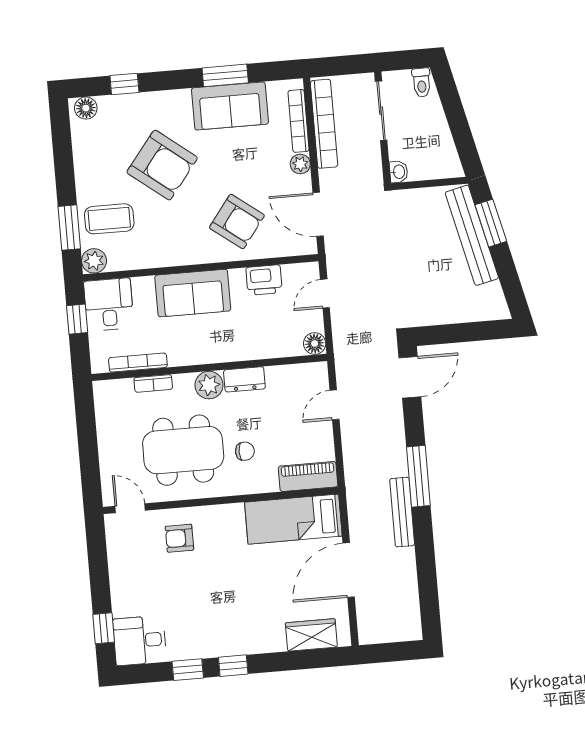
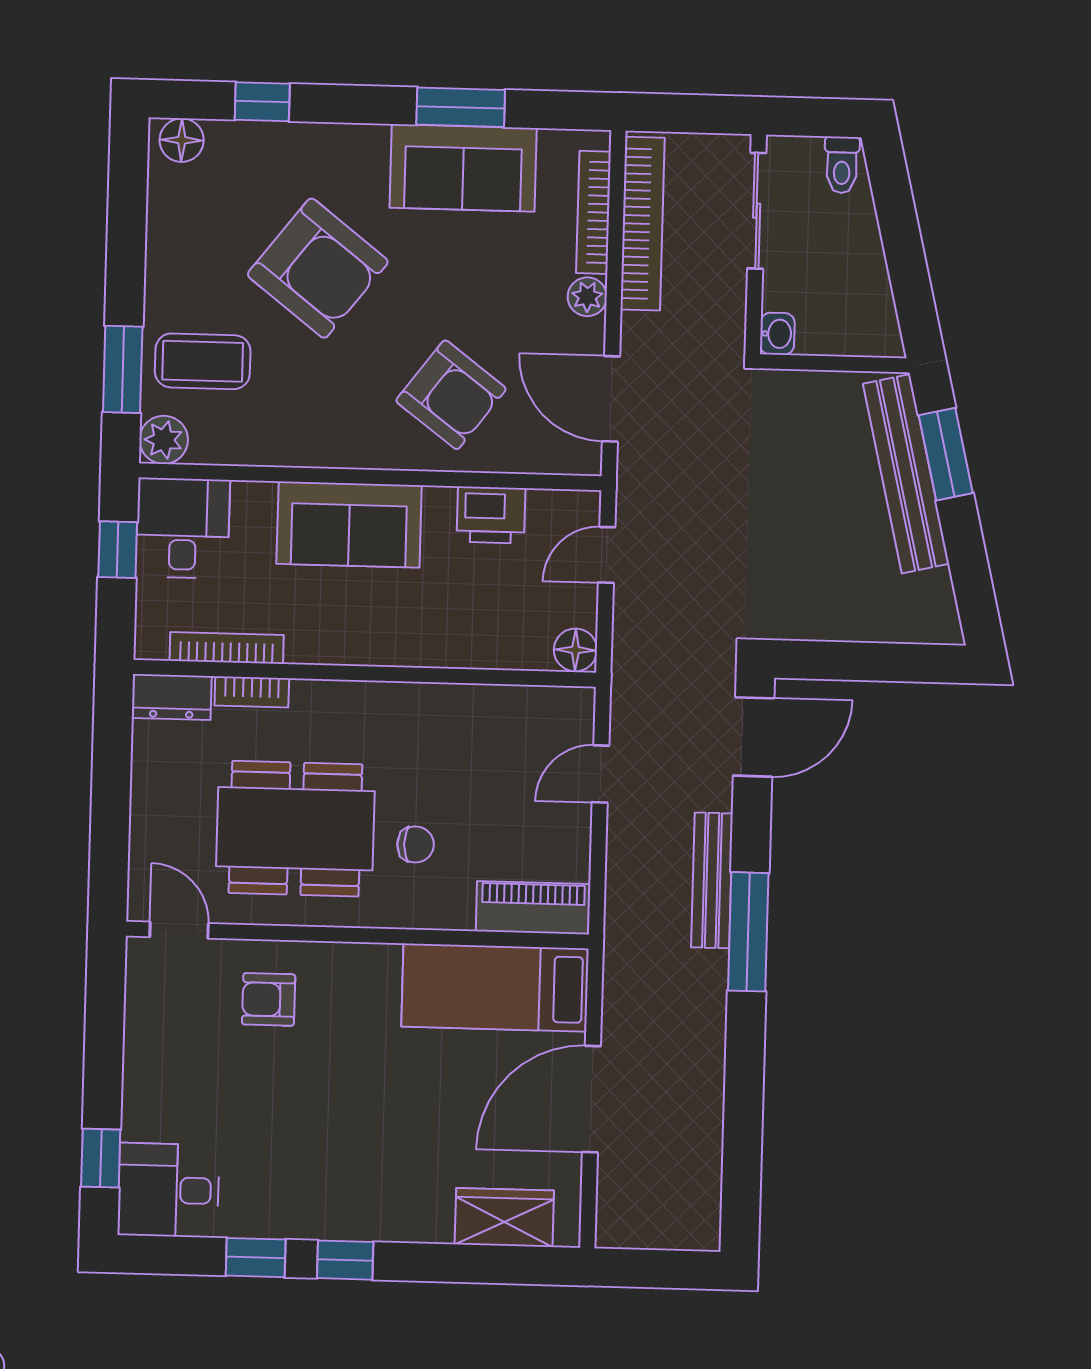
dresser: (244, 379) -> (172, 697), moved
plant: (209, 385) -> (360, 707), removed
bench: (402, 512) -> (712, 880), moved

